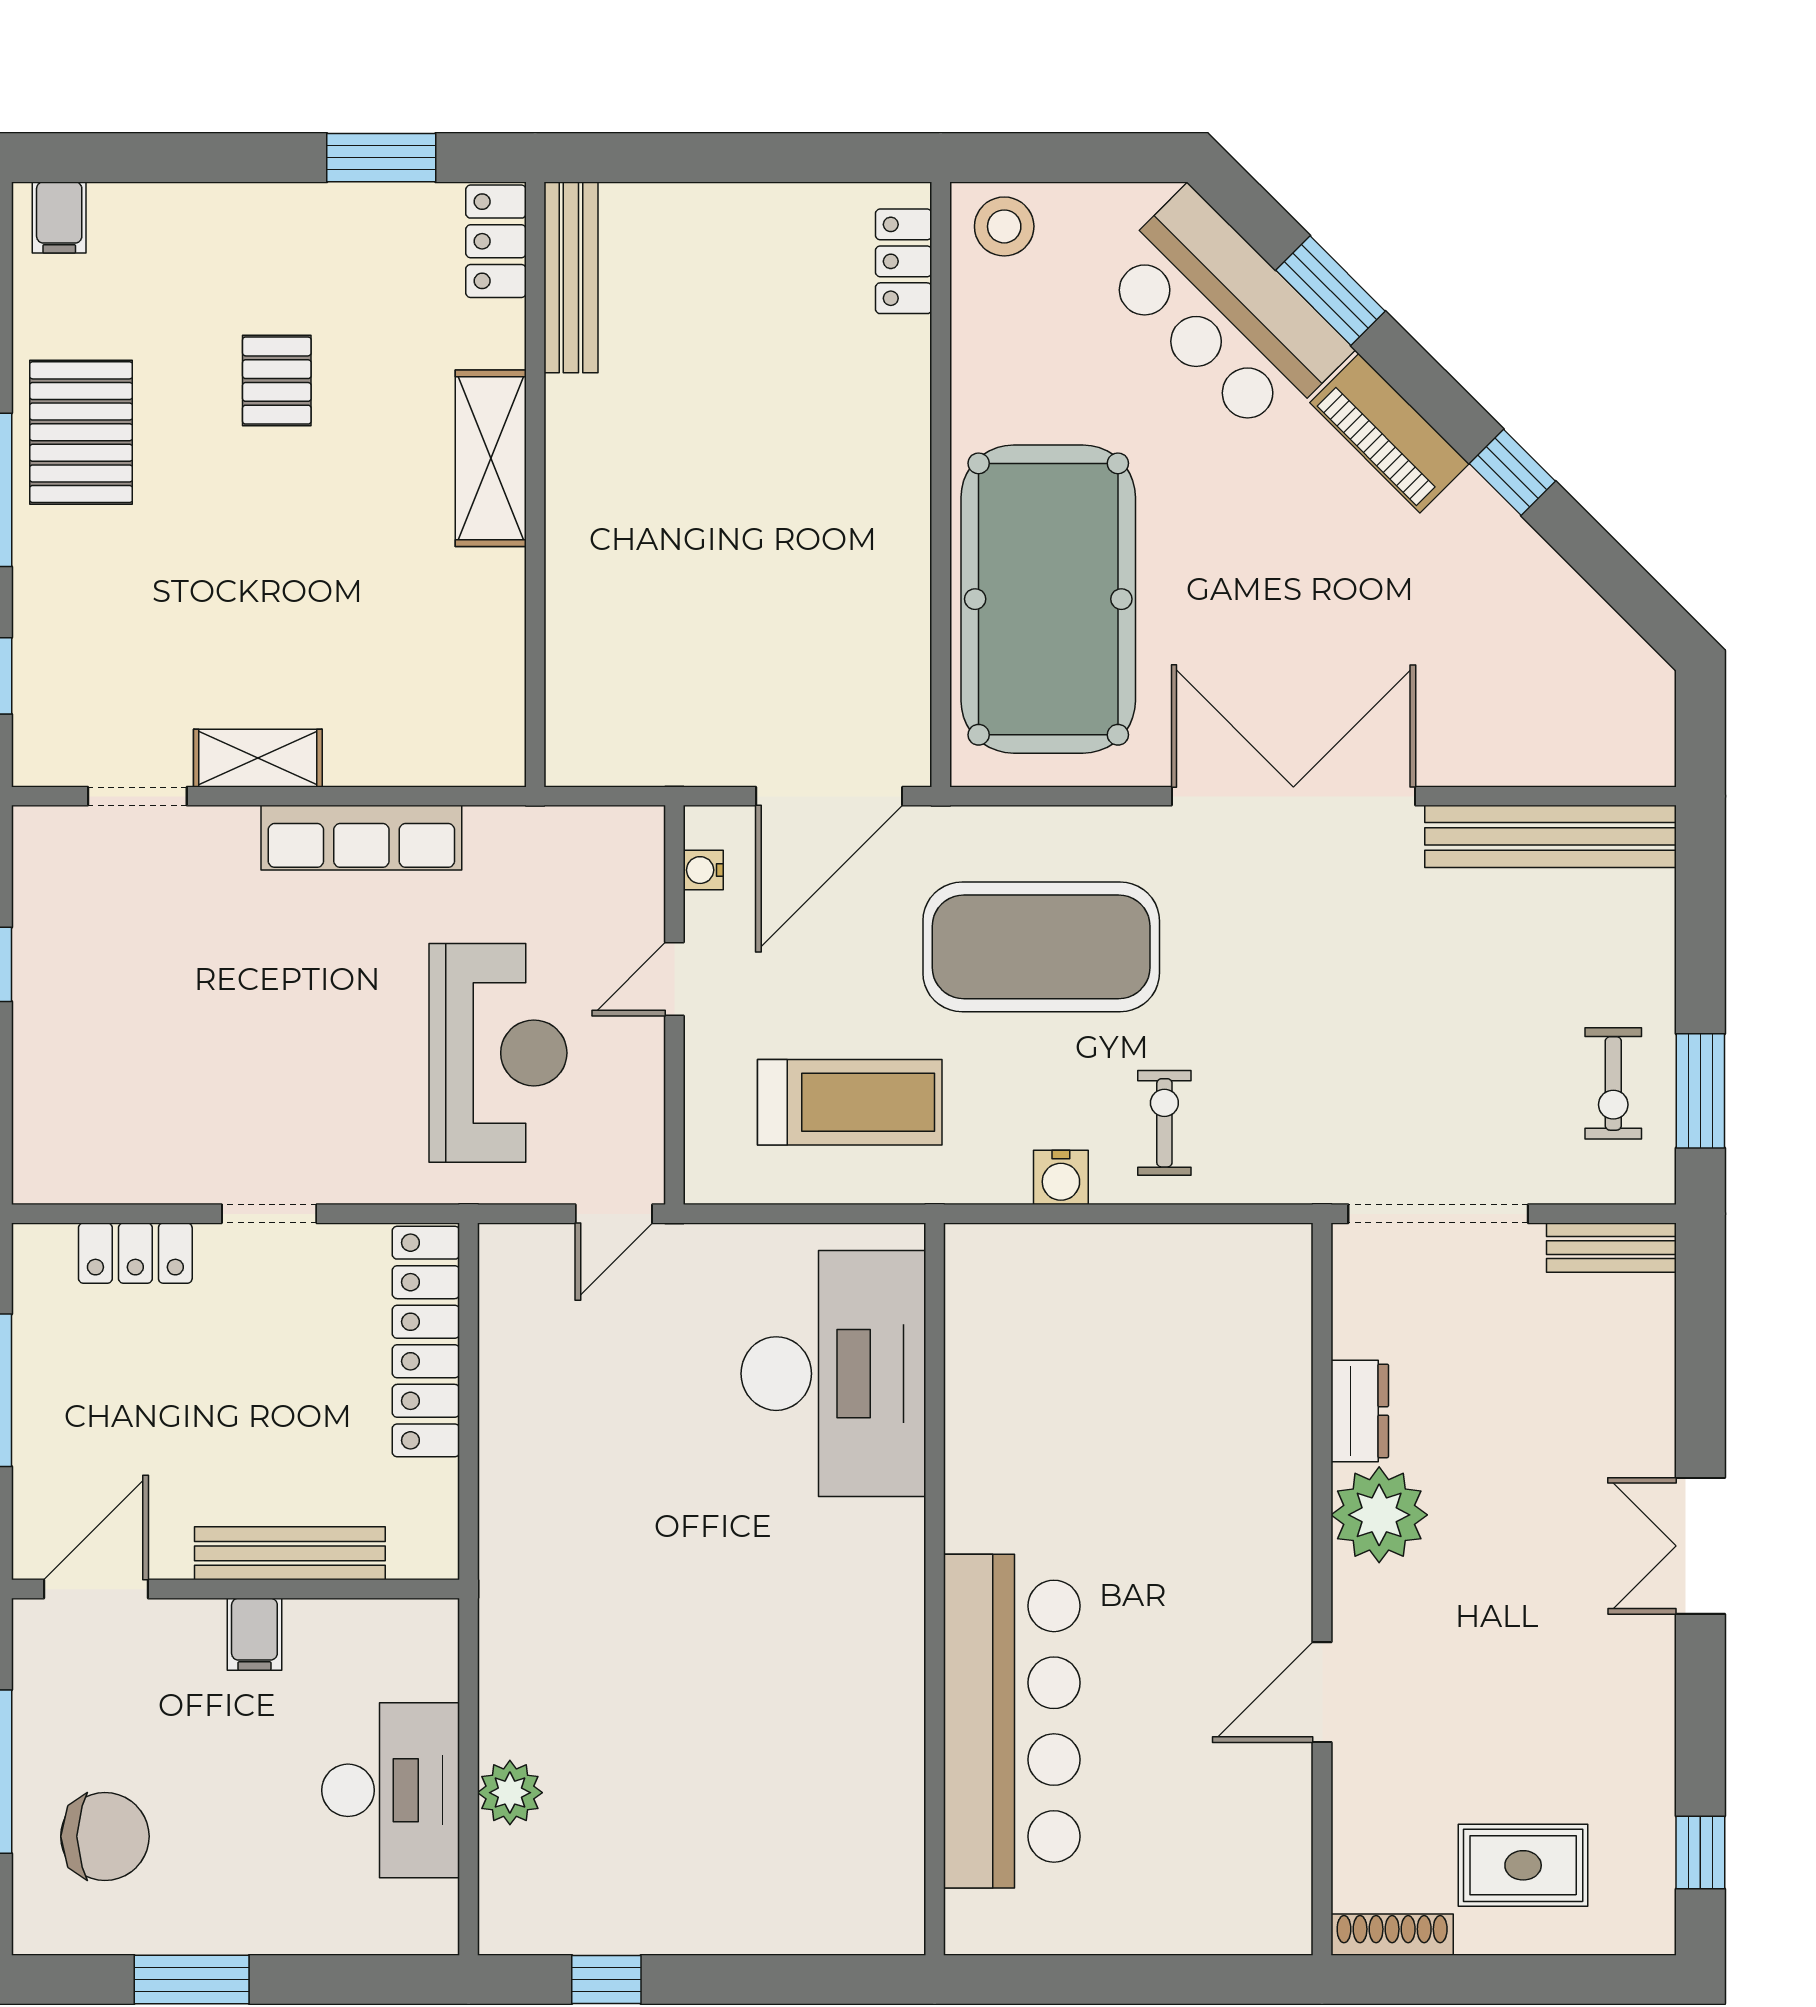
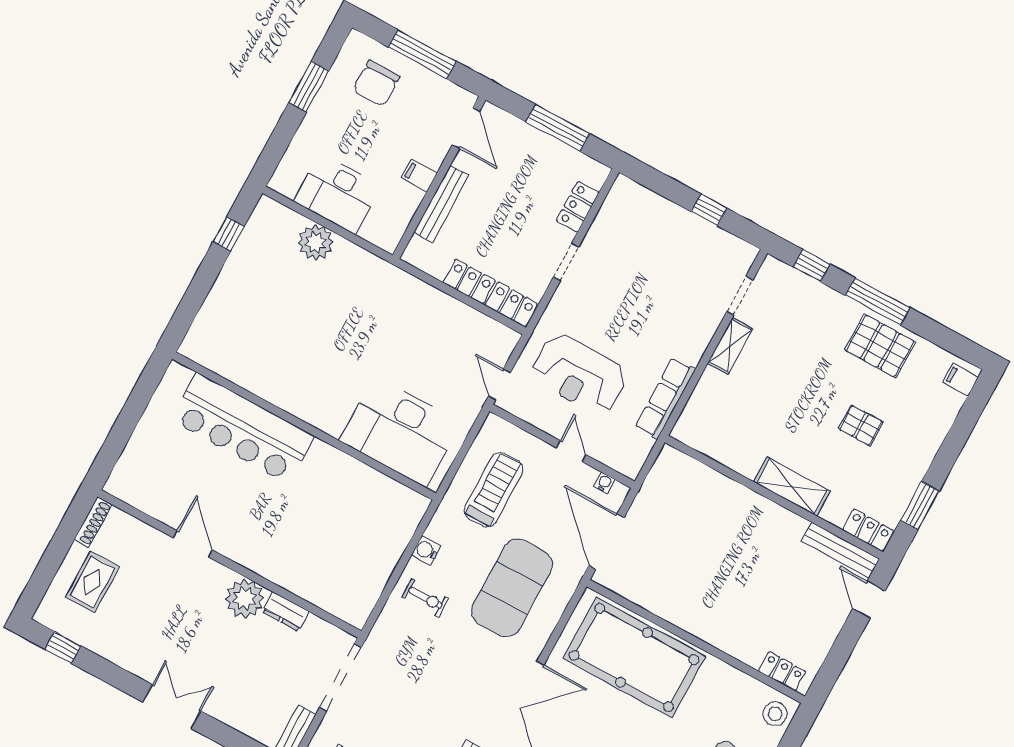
door: (646, 158) -> (869, 600), added
row of seats: (361, 838) -> (665, 398), moved
treadmill: (850, 1102) -> (494, 490), turned 180
plant: (510, 1793) -> (316, 242), width x1.36, depth x1.36

